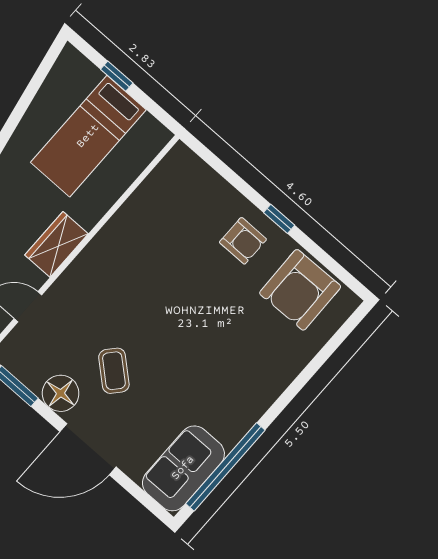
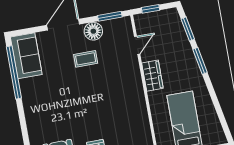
coffee table: (114, 371) -> (86, 59), turned -41

